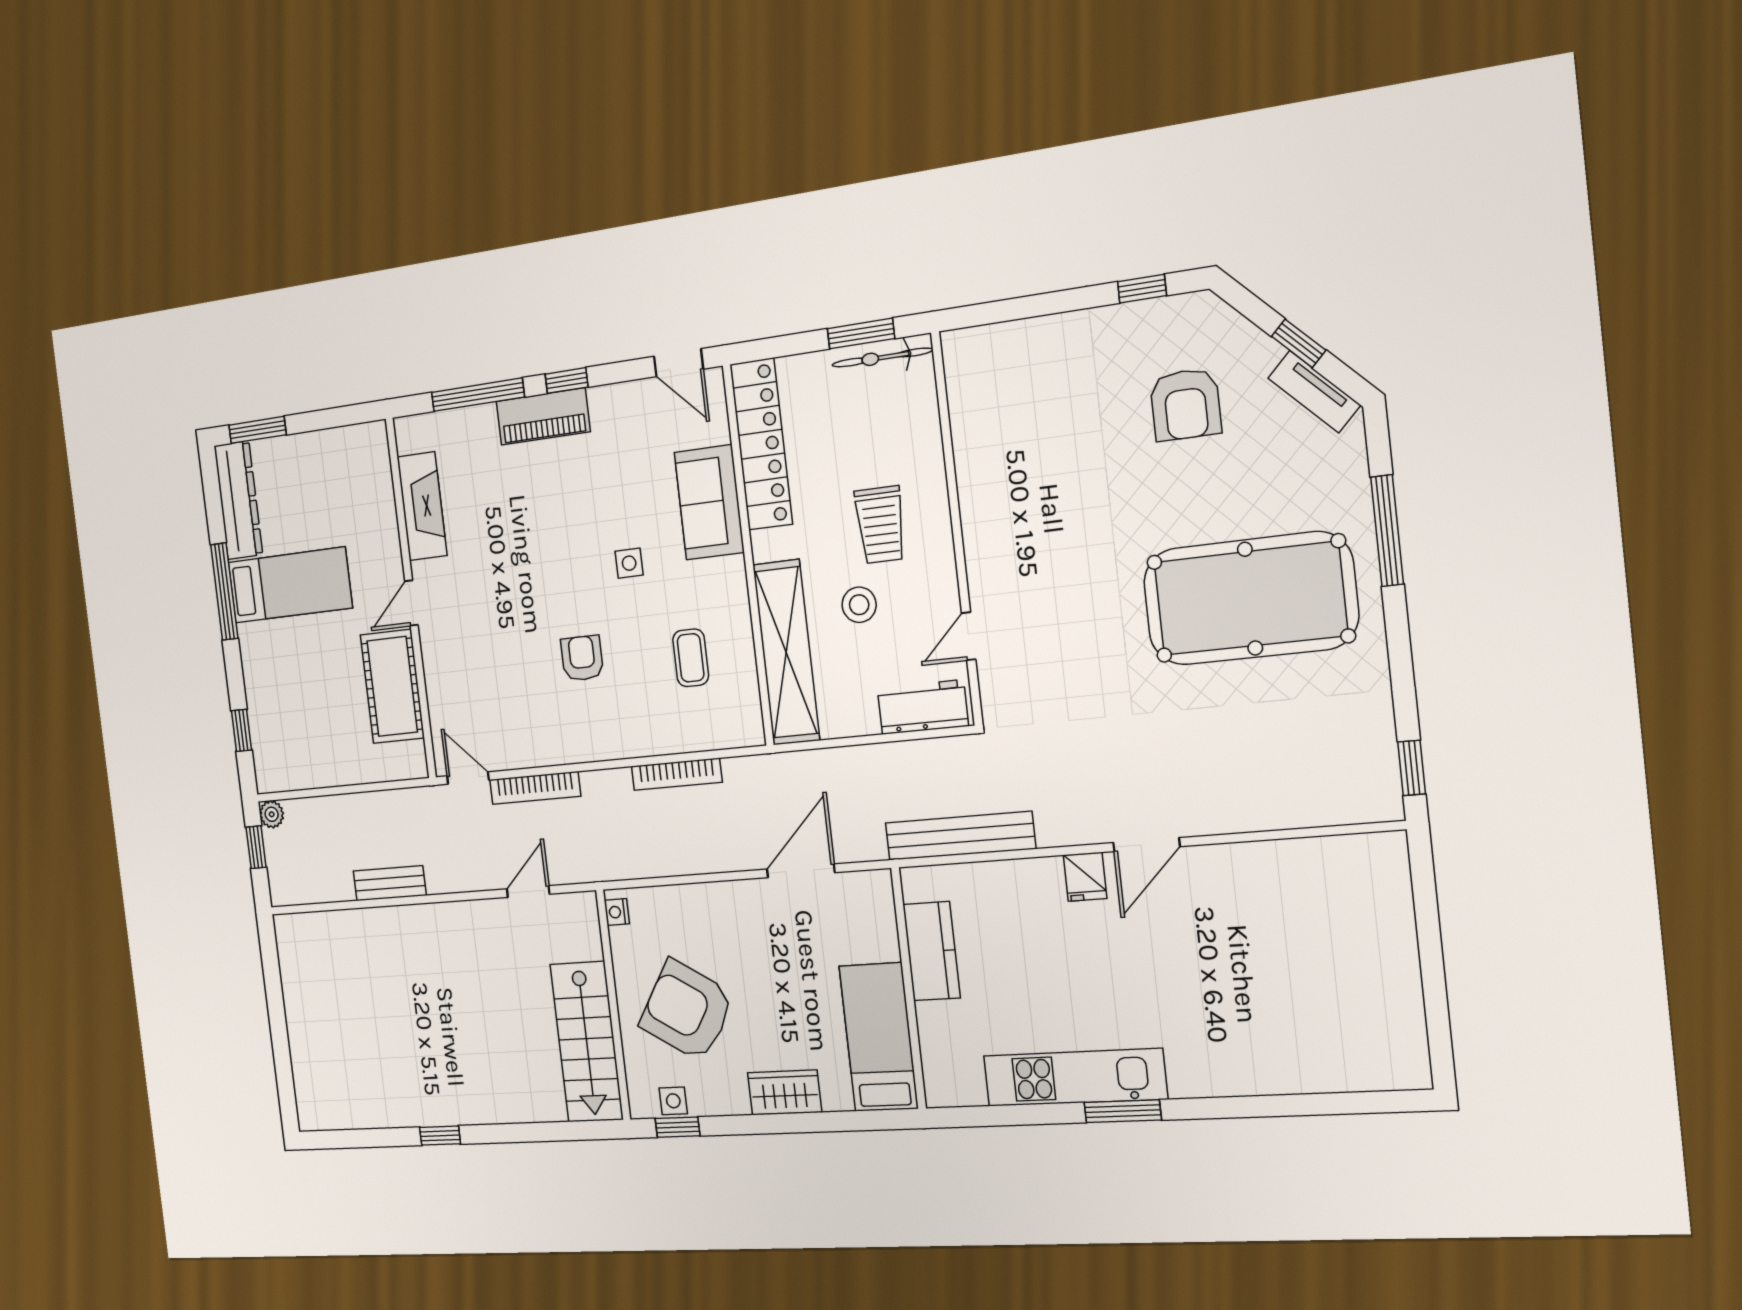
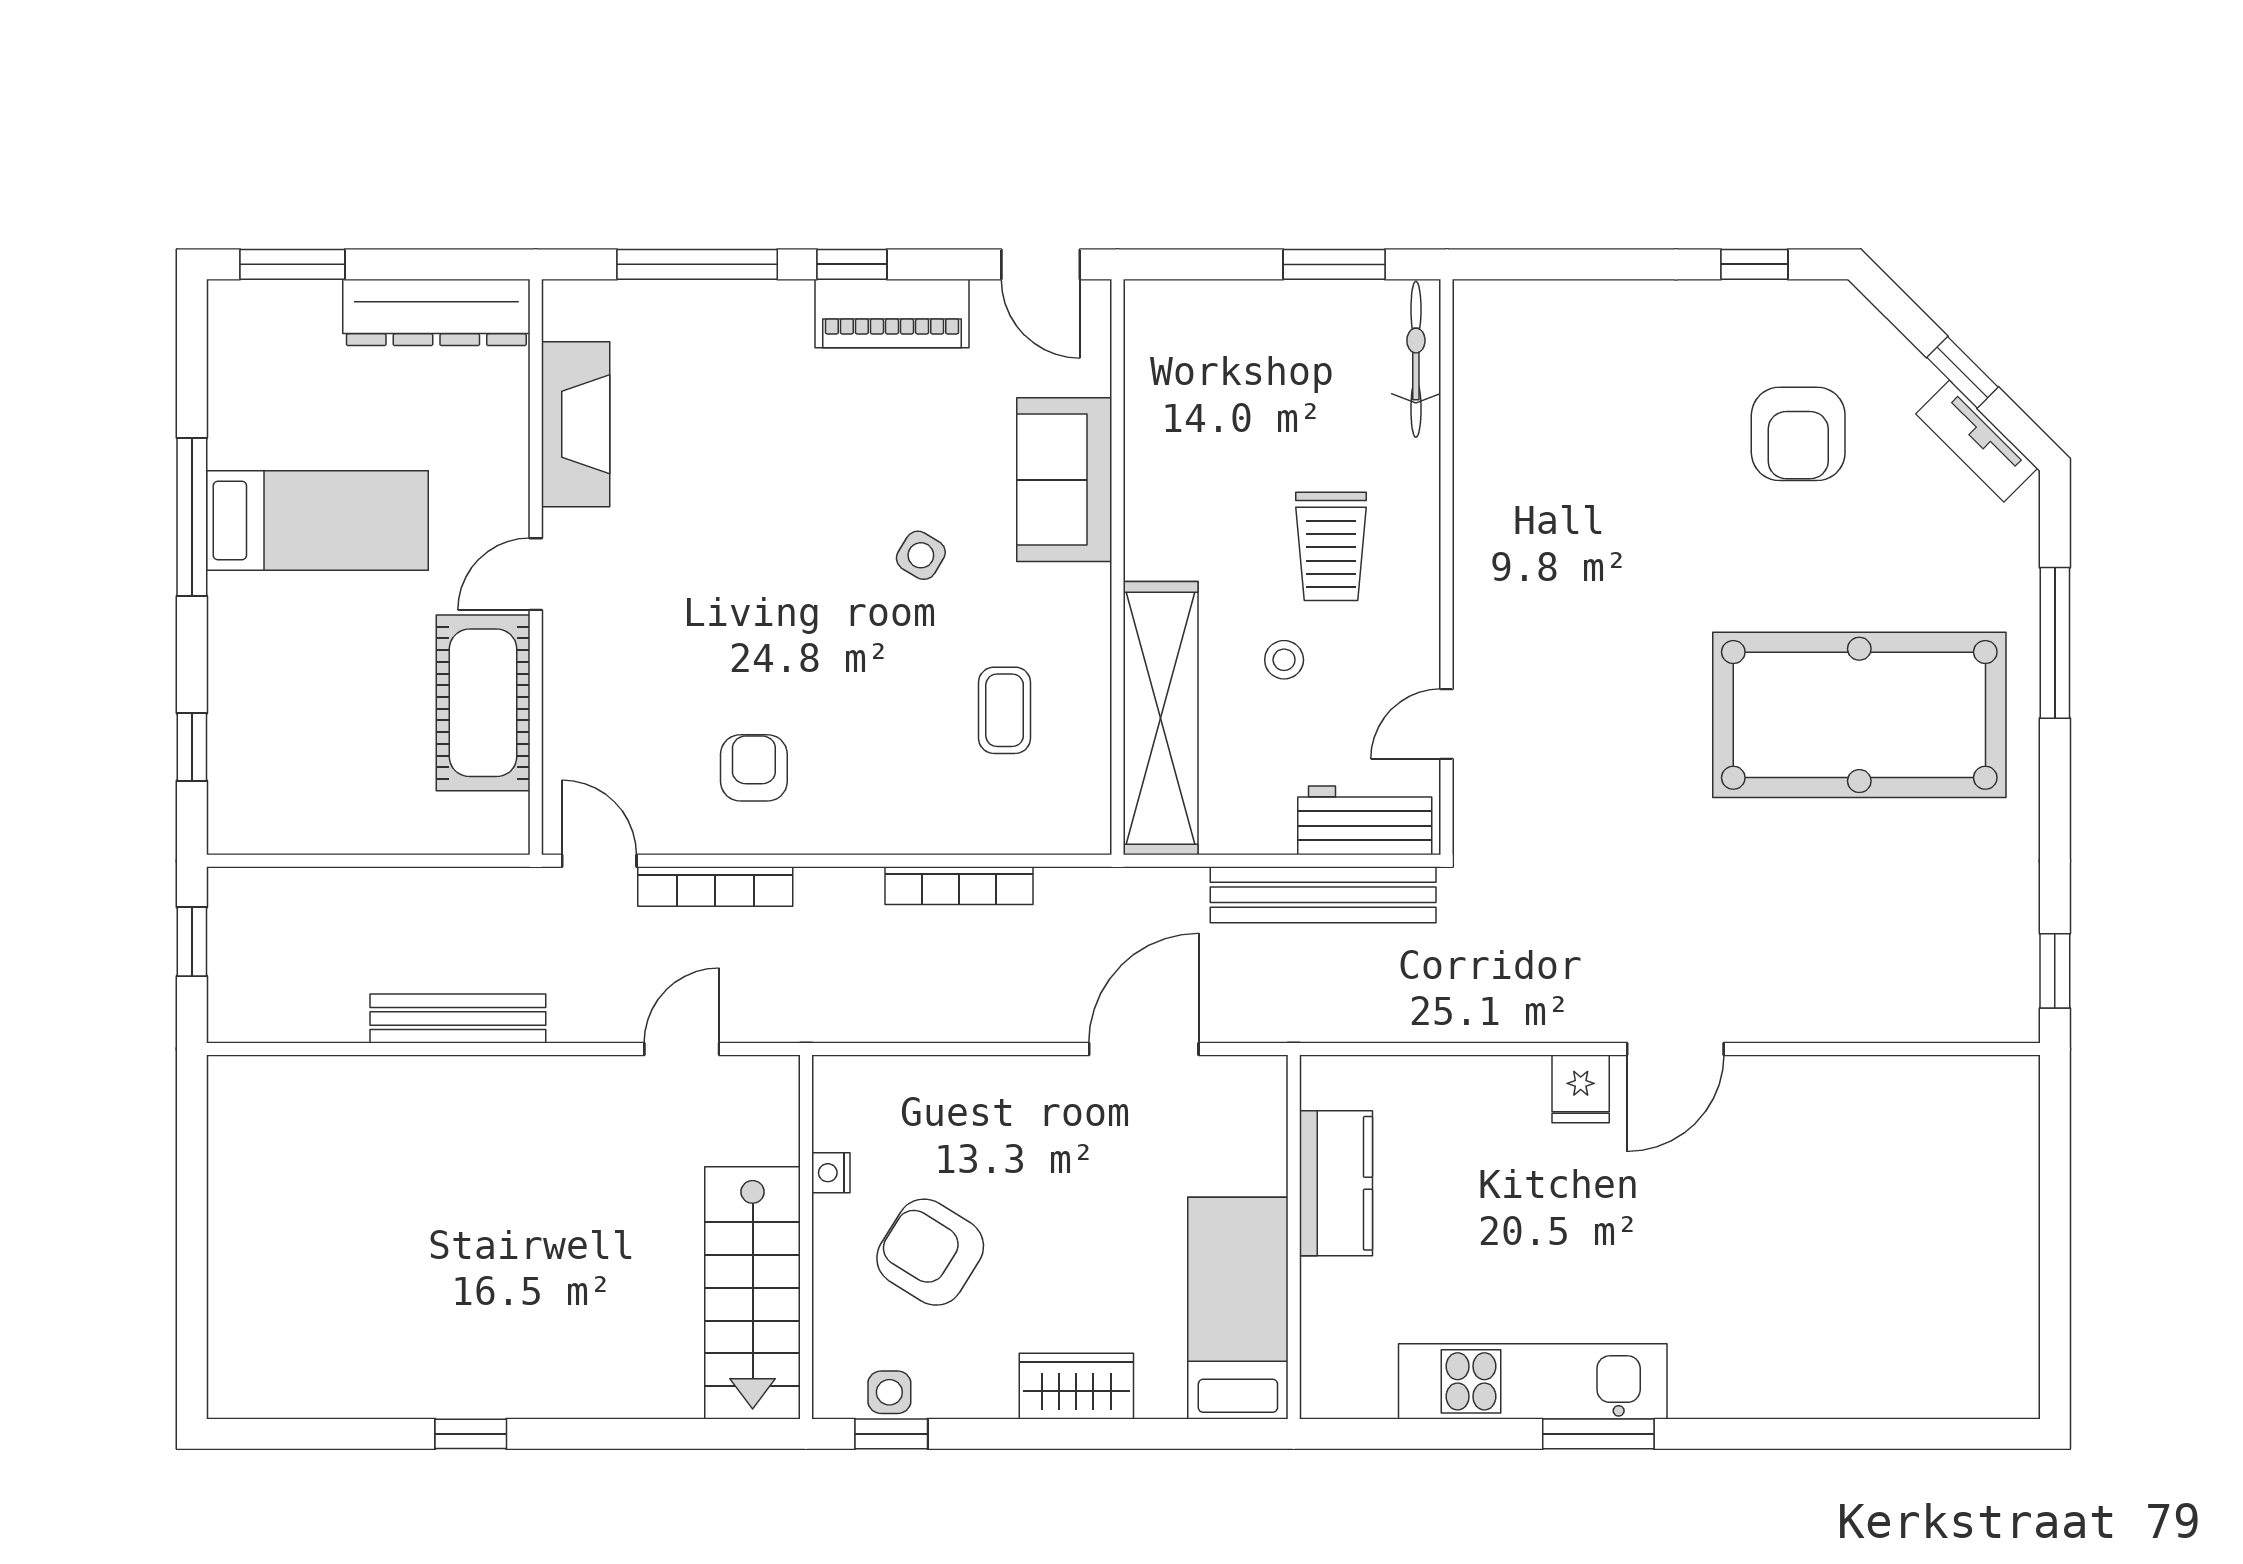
bicycle: (882, 357) -> (1416, 359), moved, turned 90
piano: (543, 416) -> (892, 313), moved
locker: (761, 444) -> (1159, 404), removed
dresser: (238, 500) -> (436, 312), moved, turned 90
side table: (629, 563) -> (921, 555), turned 31
stool: (859, 605) -> (1284, 660), width x0.73, depth x0.73
armchair: (582, 658) -> (754, 768), moved
plant: (272, 814) -> (230, 890), removed
bench: (960, 836) -> (1323, 895), moved
bench: (390, 883) -> (458, 1018), width x1.36
nightstand: (617, 912) -> (831, 1173), moved
armchair: (687, 1011) -> (930, 1252), width x0.73, depth x0.73

